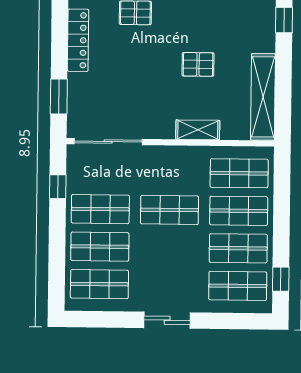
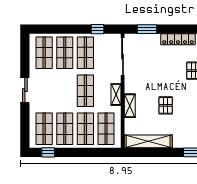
shelving: (177, 154) -> (116, 94), added

